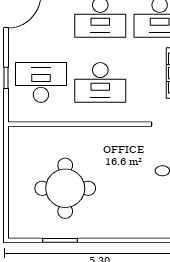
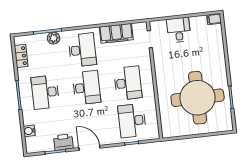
round table: (65, 188) -> (198, 98), width x1.36, depth x1.36

